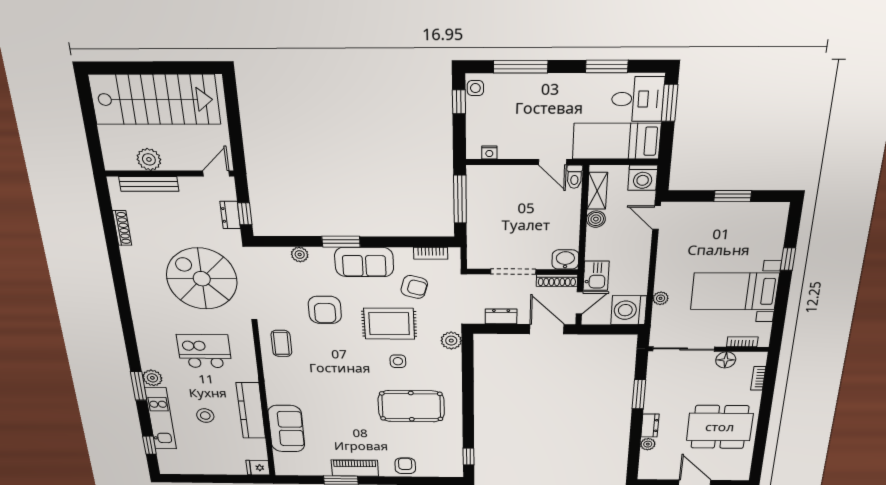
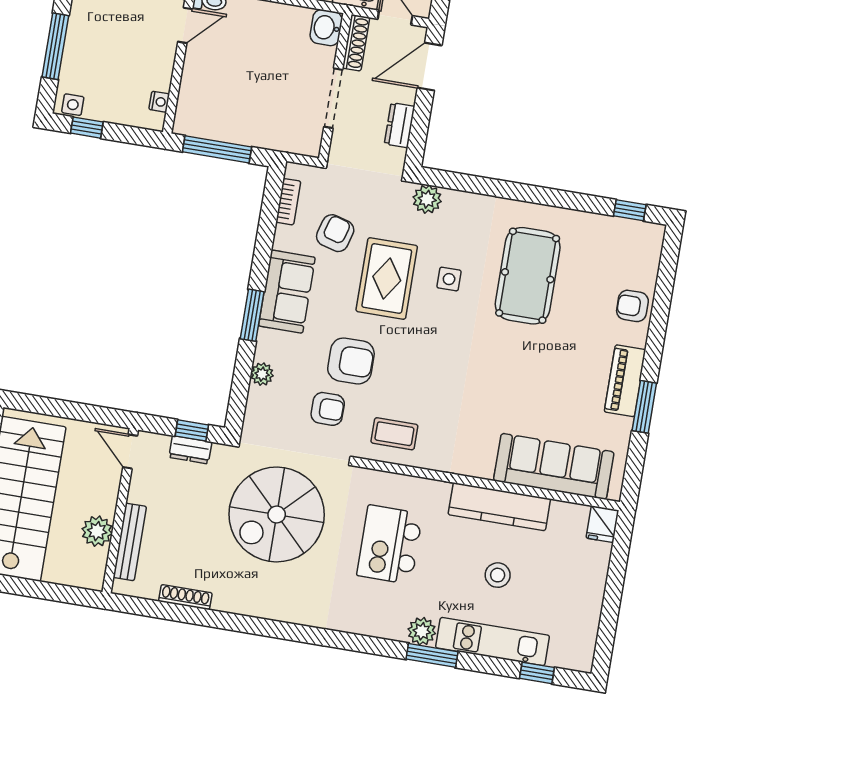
armchair: (287, 300) -> (328, 409), added
sofa: (286, 429) -> (554, 466), width x1.36

